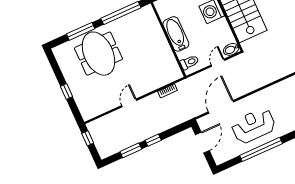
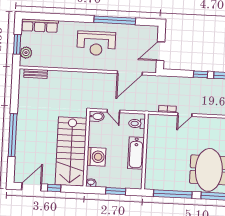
door: (218, 63) -> (113, 111), hinge flipped
door: (129, 103) -> (185, 115), moved
reception desk: (253, 126) -> (96, 43), moved

